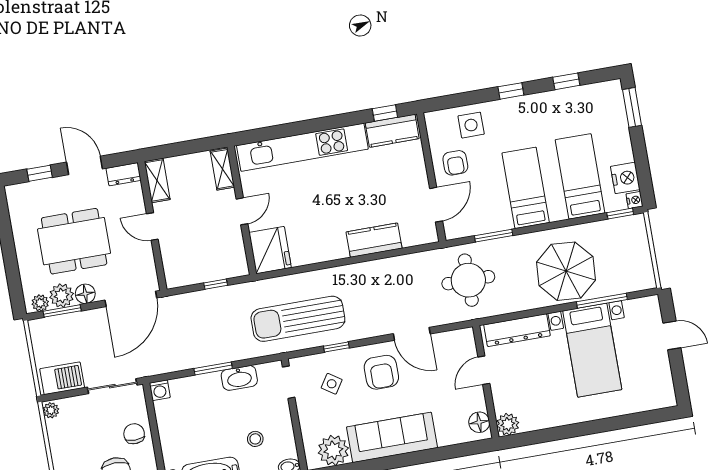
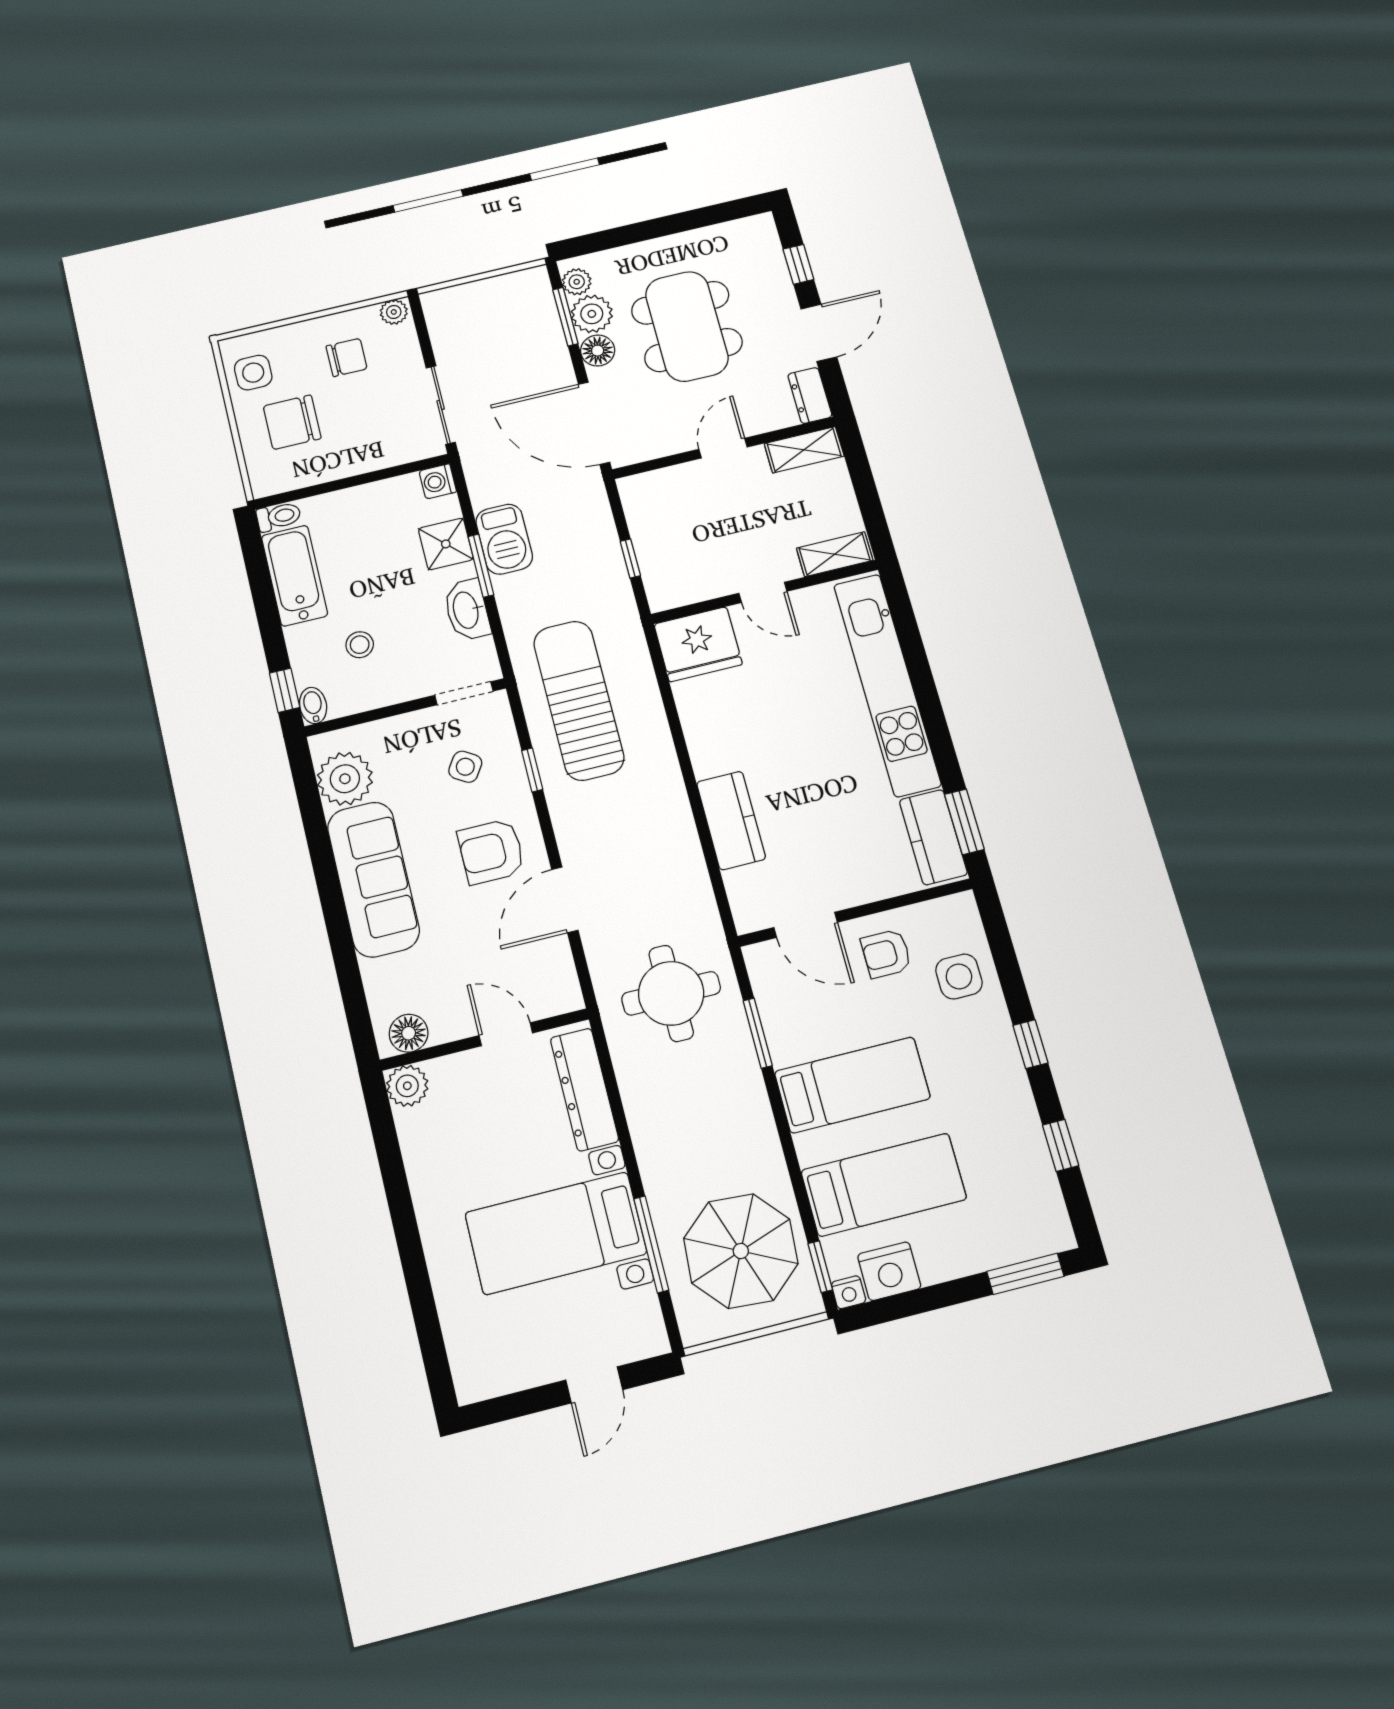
window: (385, 113) -> (964, 822), width x1.50
parasol: (566, 271) -> (741, 1251), moved
barbecue: (62, 378) -> (504, 539), moved
shower: (198, 388) -> (446, 544), added
chair: (134, 434) -> (347, 357), moved

